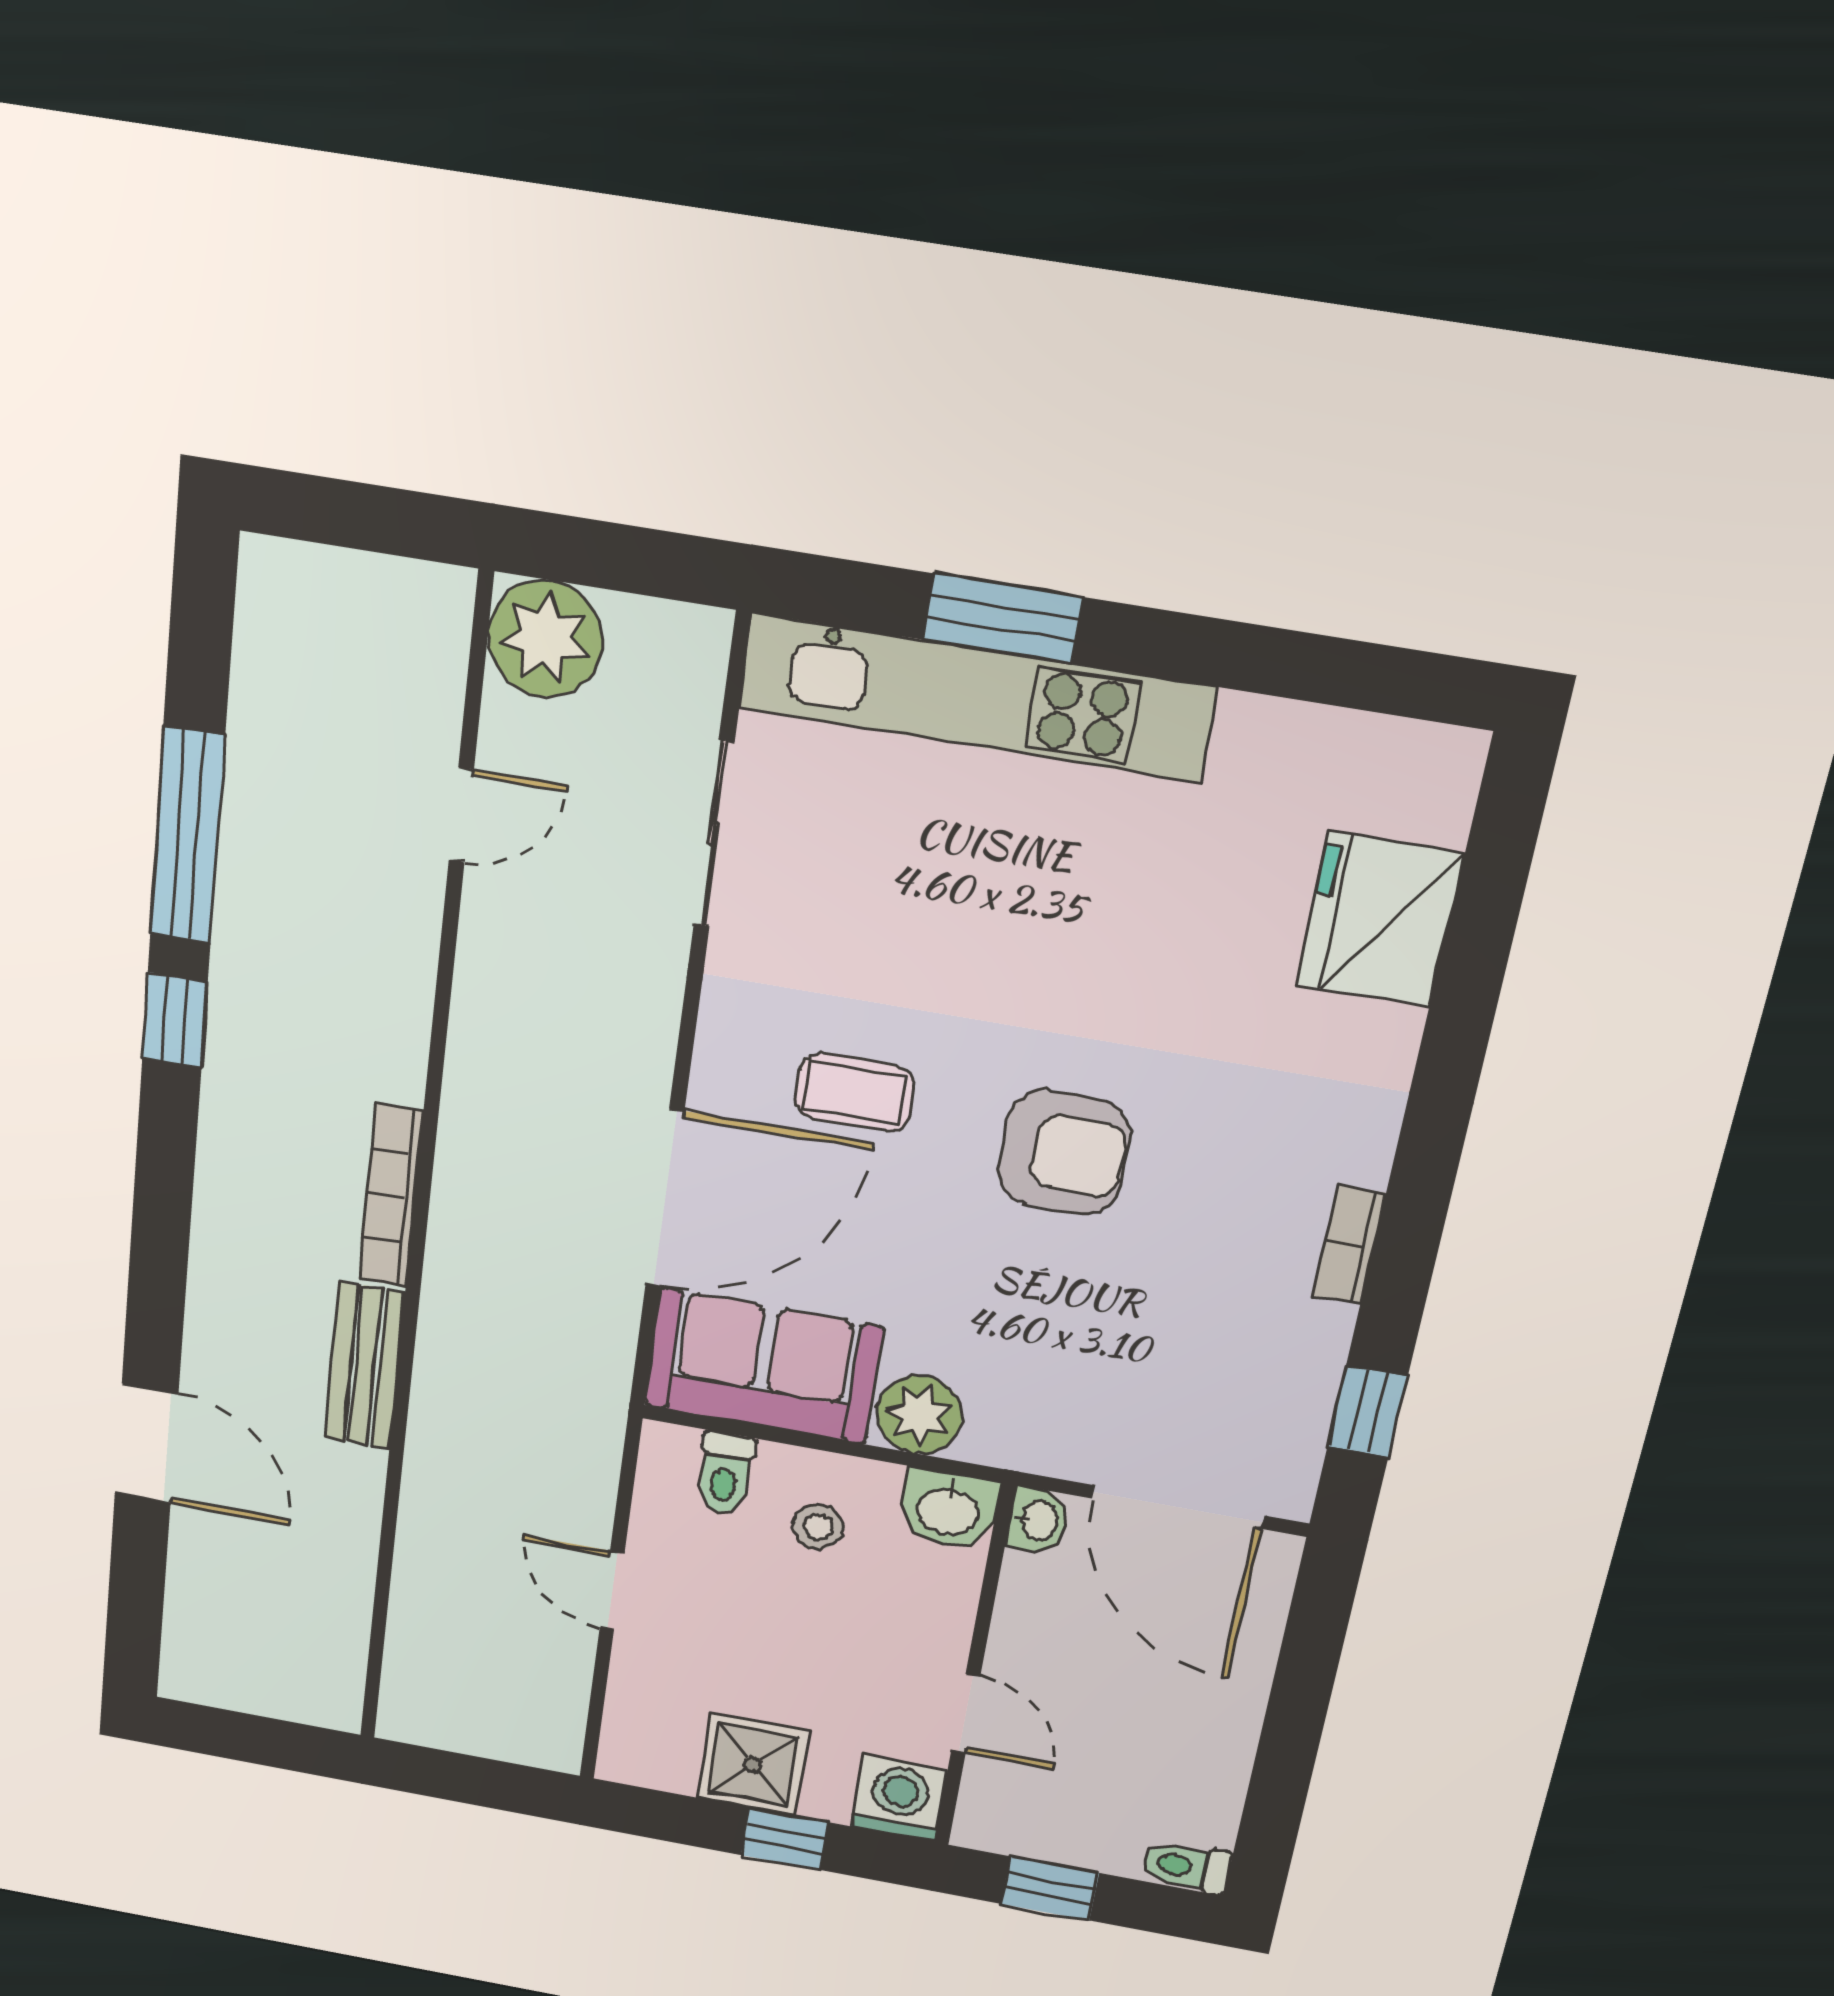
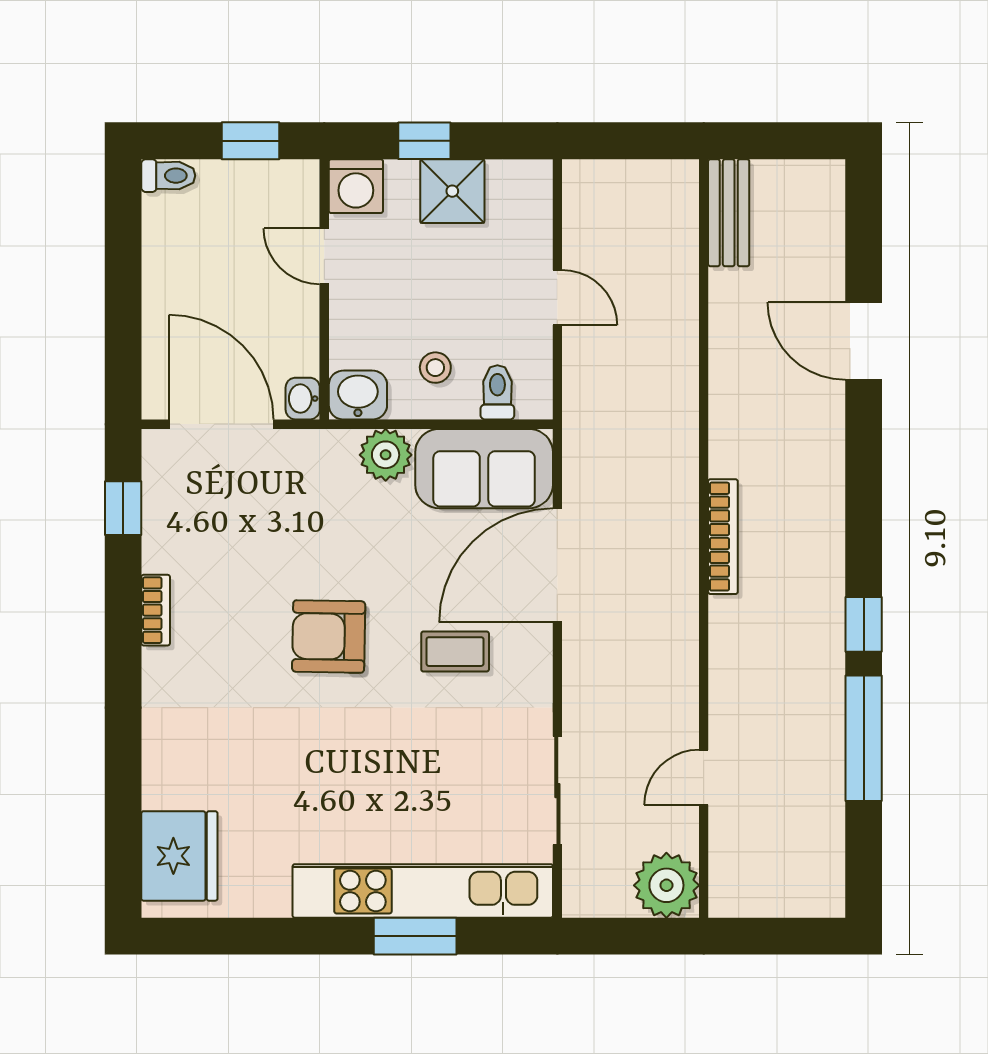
fridge: (1379, 920) -> (179, 856), moved
bench: (365, 1366) -> (729, 213), moved

